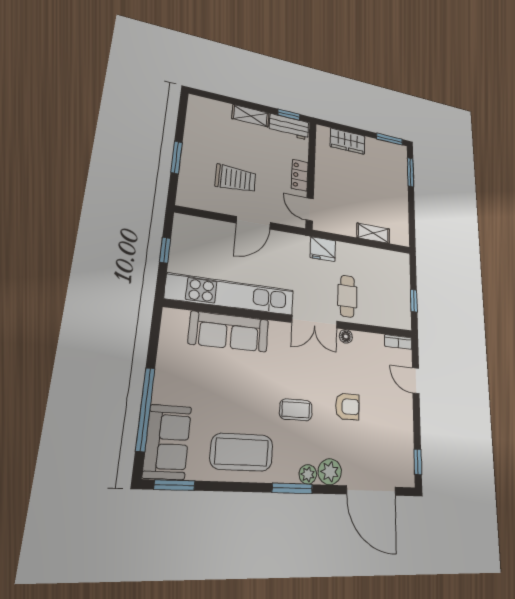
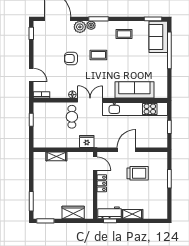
trolley: (236, 179) -> (138, 173), turned 180
coffee table: (242, 452) -> (124, 34), width x0.54, depth x0.58

